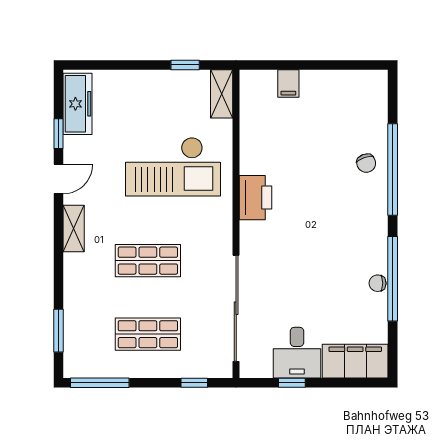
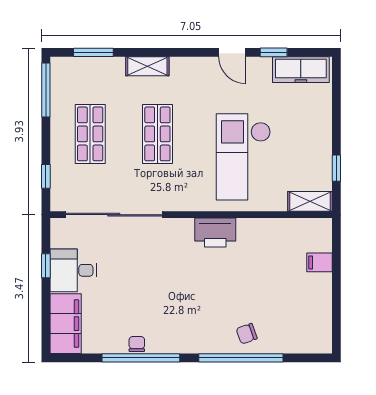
shelving: (74, 228) -> (147, 66), moved

